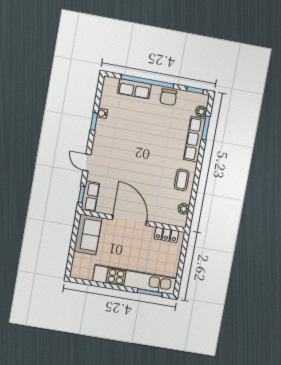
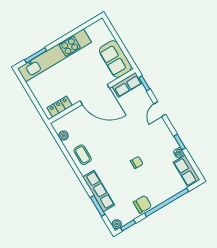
row of seats: (134, 89) -> (187, 171), moved, turned -90
chair: (168, 97) -> (142, 204), turned 90
plant: (201, 112) -> (117, 224), moved
chair: (144, 135) -> (137, 162), added
door: (87, 163) -> (160, 109), swing flipped
row of seats: (90, 197) -> (127, 85), moved, turned -90

